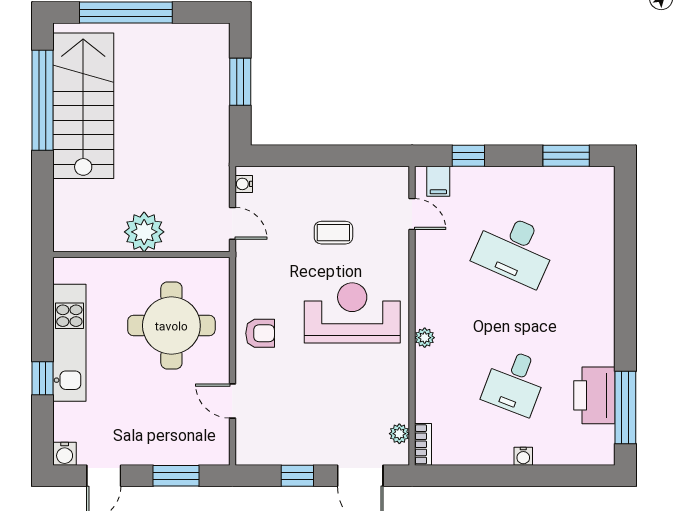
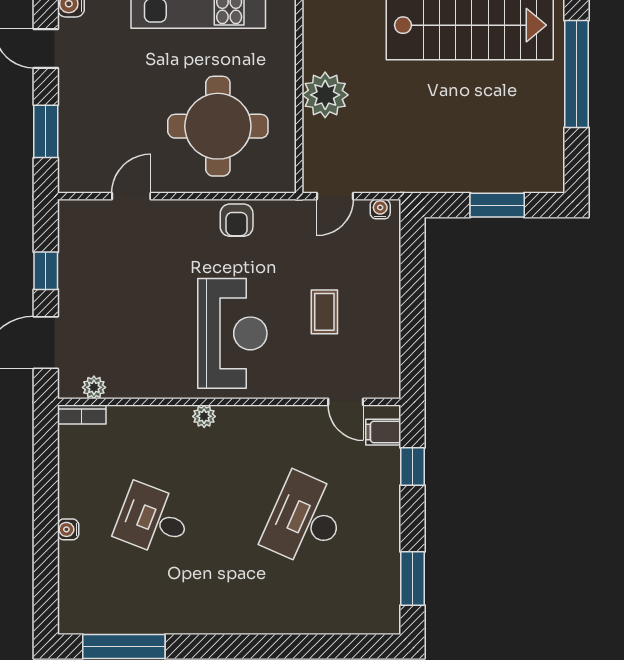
door: (412, 214) -> (346, 402), hinge flipped
armchair: (260, 333) -> (237, 220), moved
printer: (594, 395) -> (138, 611), removed

